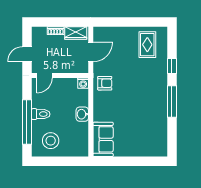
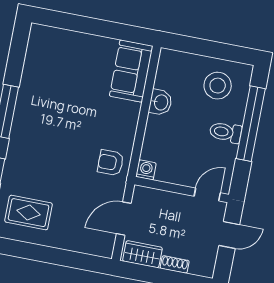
rug: (147, 45) -> (29, 213), turned 90
washbasin: (82, 114) -> (161, 102), moved

